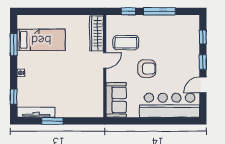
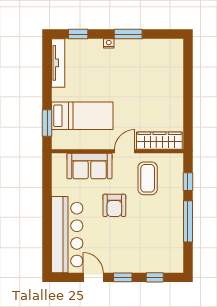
bed: (41, 40) -> (82, 116), moved, turned -90
window: (14, 45) -> (128, 34), moved
door: (105, 60) -> (125, 151), swing flipped
sofa: (116, 100) -> (90, 166), moved
window: (52, 121) -> (47, 123), moved

